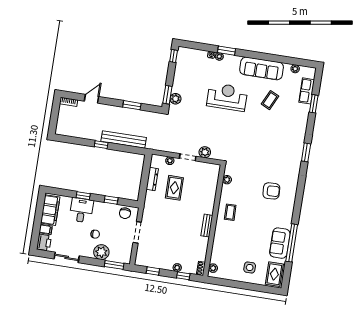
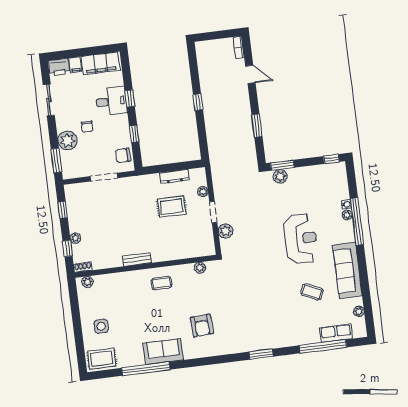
window: (227, 51) -> (357, 221), width x2.11
window: (314, 104) -> (323, 346), width x2.11
bench: (124, 139) -> (212, 128), removed
sofa: (280, 243) -> (163, 352), moved

